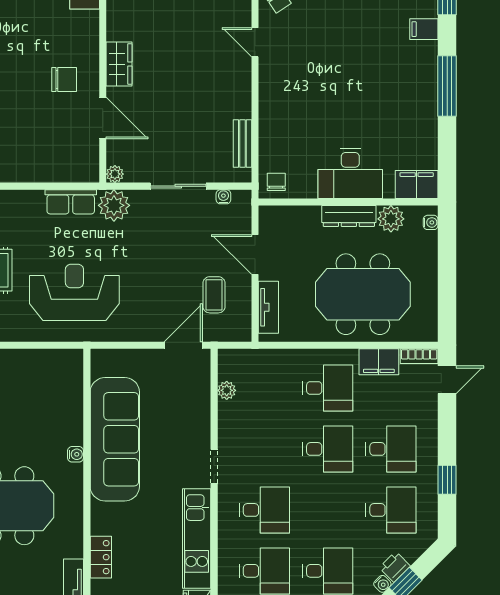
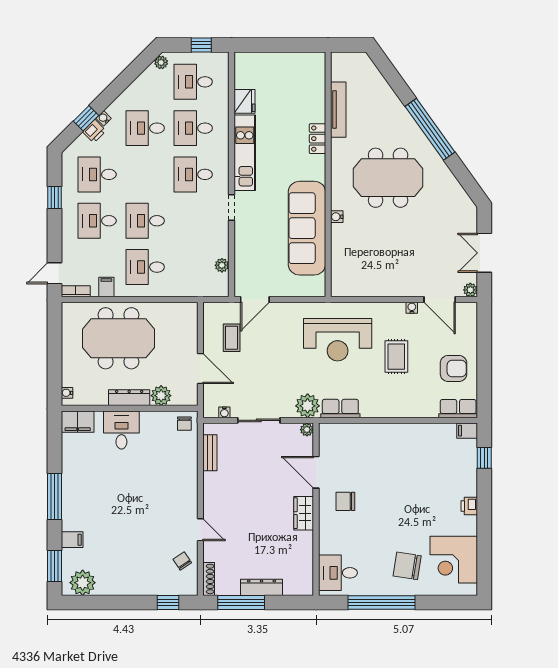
desk: (350, 173) -> (121, 430), width x0.73
plant: (391, 219) -> (161, 396), moved
tv unit: (268, 307) -> (190, 328), removed
filing cabinet: (379, 362) -> (106, 287), width x0.50

